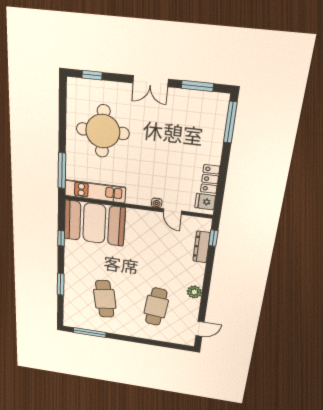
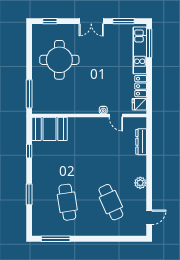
kitchen unit: (95, 191) -> (140, 50), moved, turned -90
booth: (94, 223) -> (49, 129), width x0.73, depth x0.70
window: (213, 238) -> (149, 133), removed
cafe table: (156, 307) -> (111, 202), turned -30

